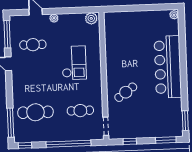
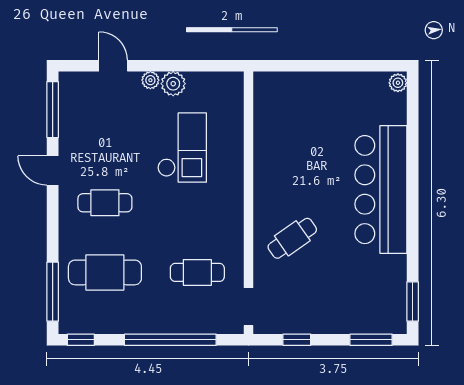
plant: (91, 18) -> (173, 84), moved
cafe table: (33, 45) -> (105, 203), moved
checkout: (74, 63) -> (182, 148), moved

